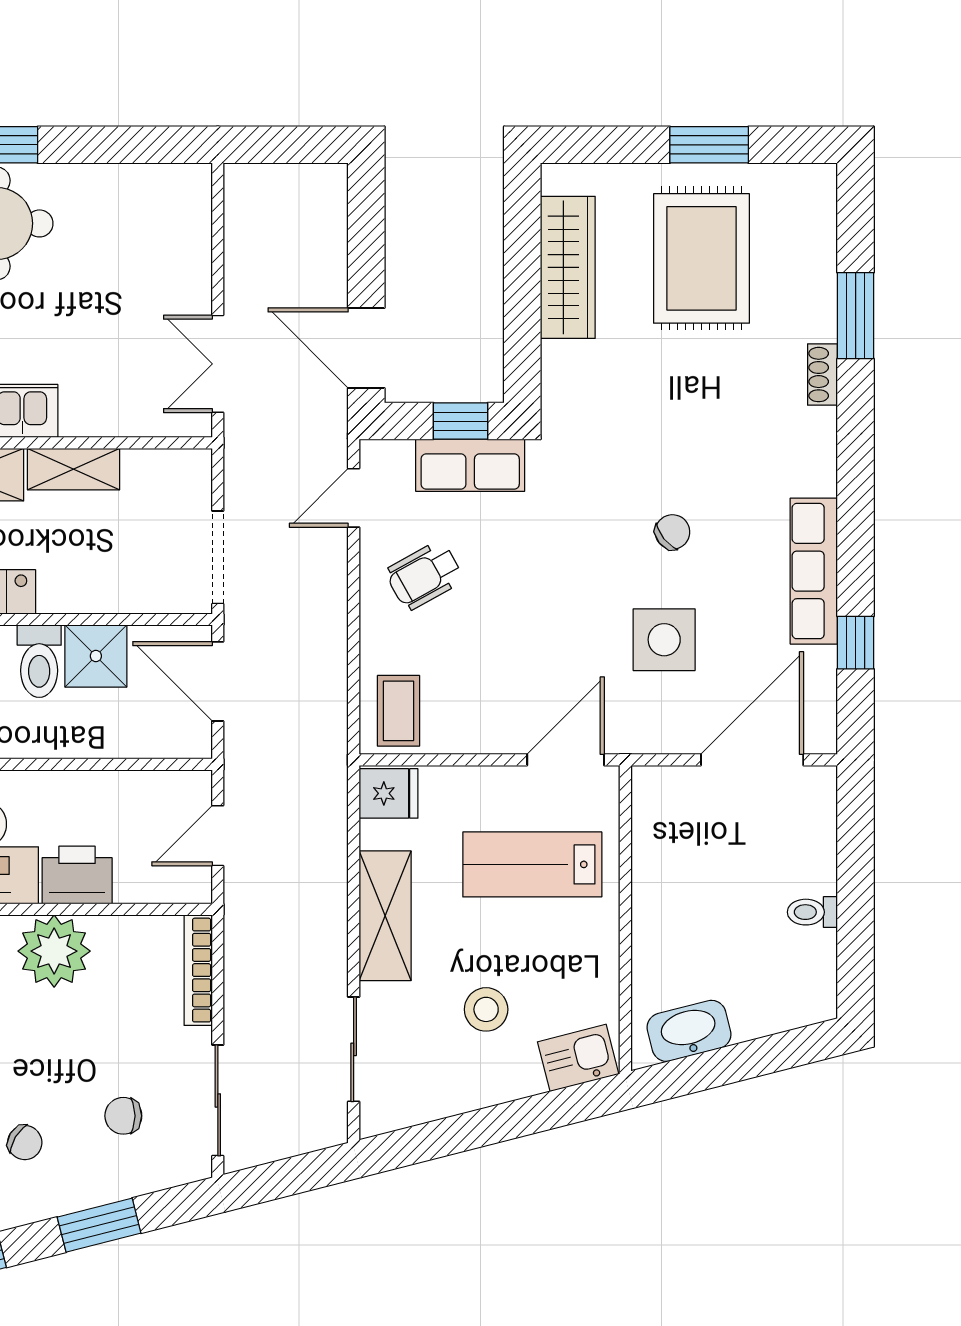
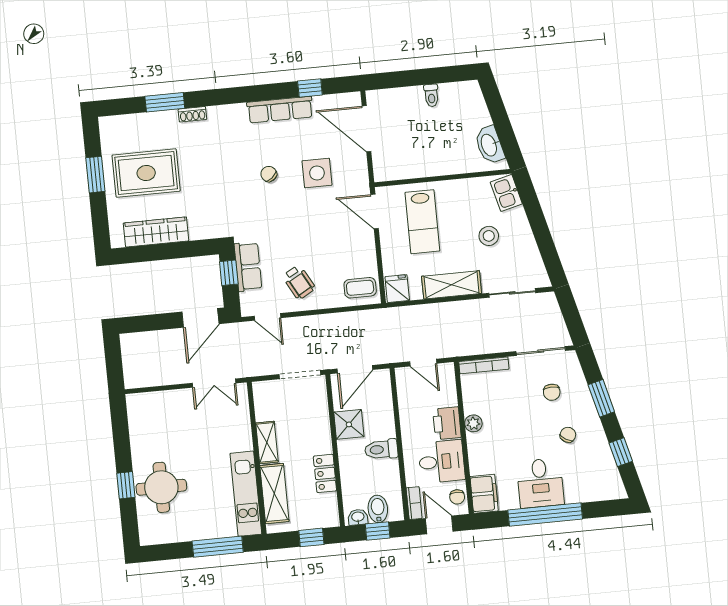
toilet: (39, 661) -> (381, 449), moved, turned 180
plant: (54, 951) -> (473, 423), width x0.53, depth x0.53

